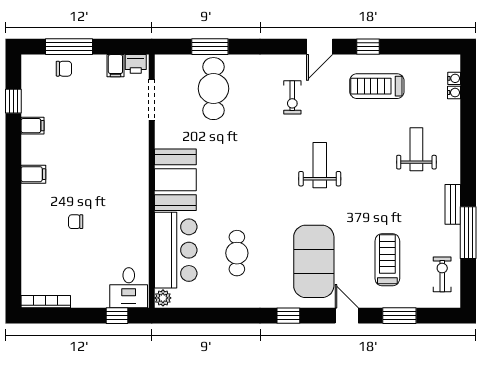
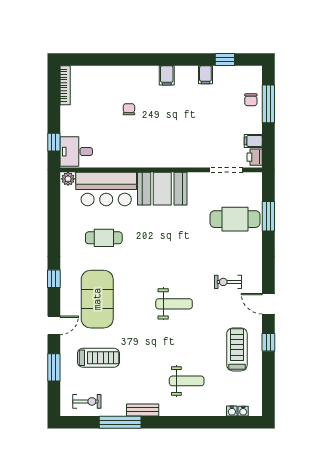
exercise mat: (314, 261) -> (97, 299), turned 90

